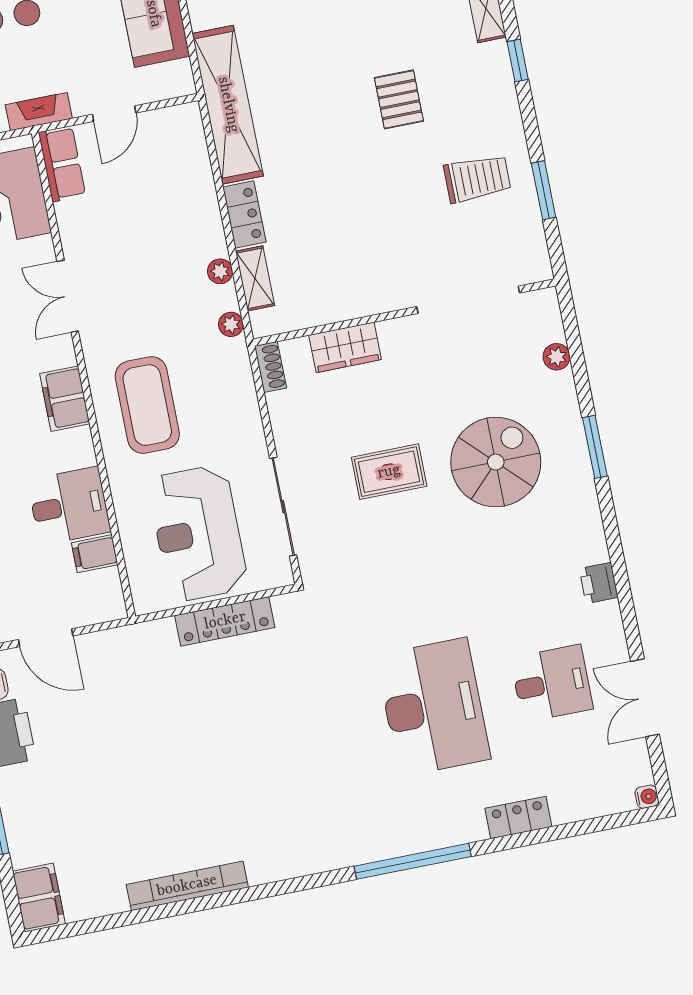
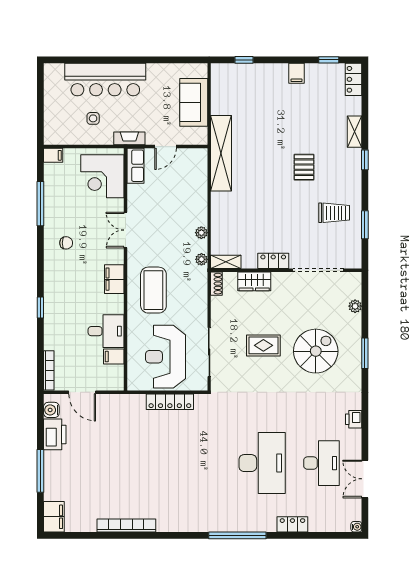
locker: (244, 215) -> (273, 261), moved, turned -90
shelving: (255, 278) -> (226, 262), moved, turned 90
desk: (552, 683) -> (321, 463), width x1.37

